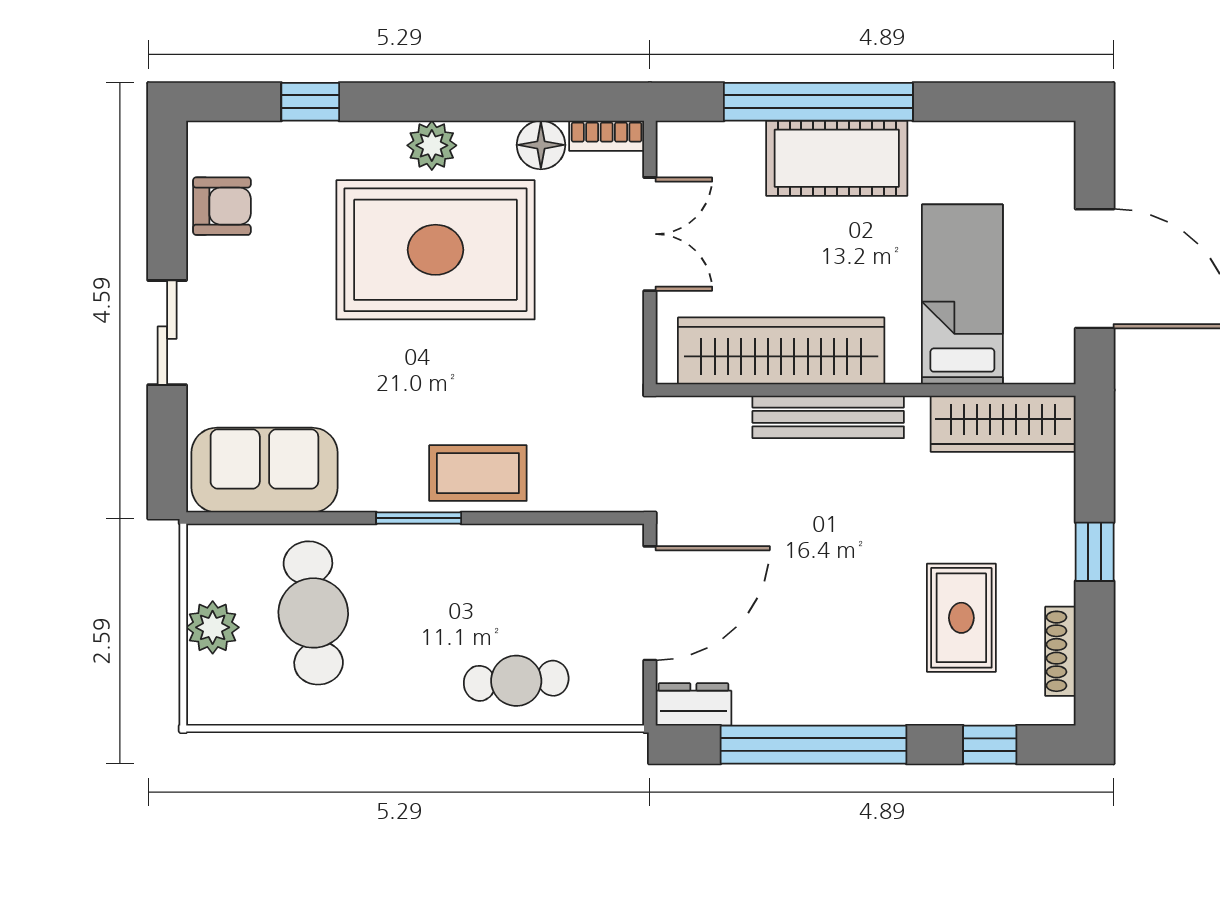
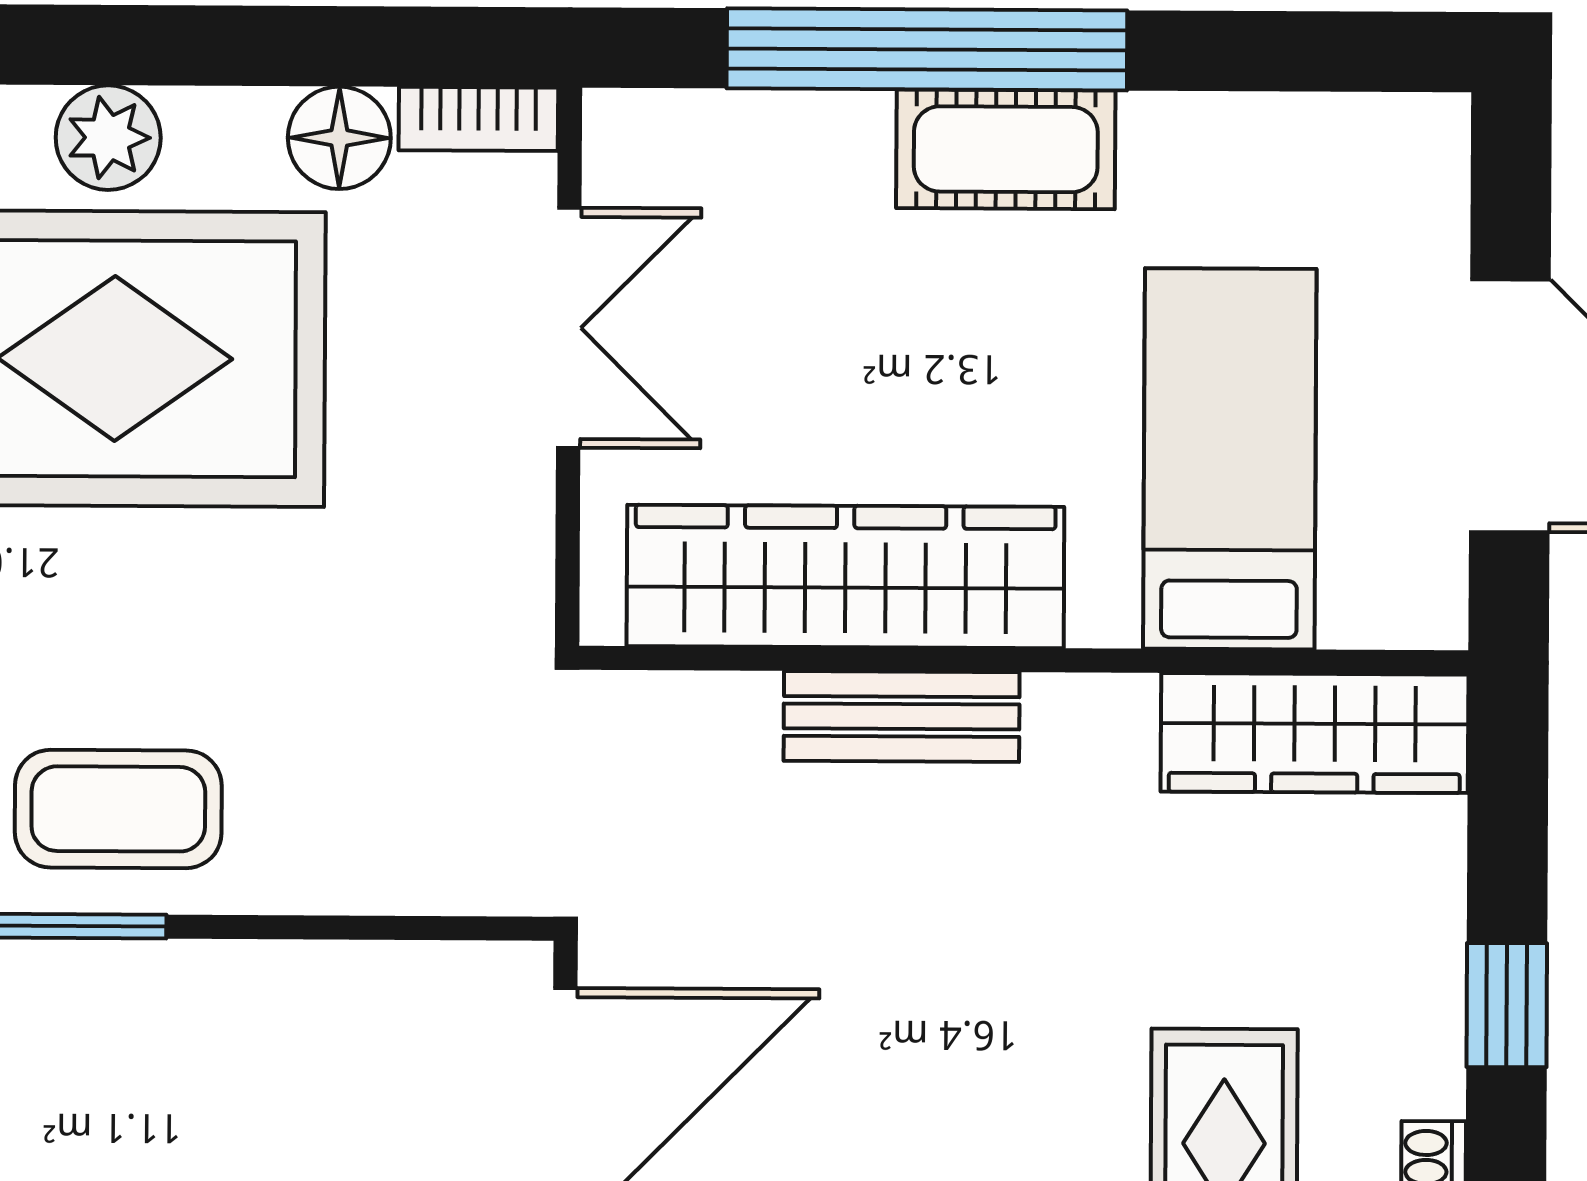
cot: (837, 158) -> (1006, 149), width x0.73, depth x0.75
bench: (828, 417) -> (902, 716), width x0.73
coffee table: (478, 473) -> (118, 809), moved

